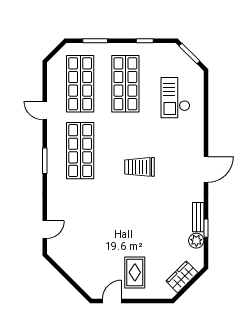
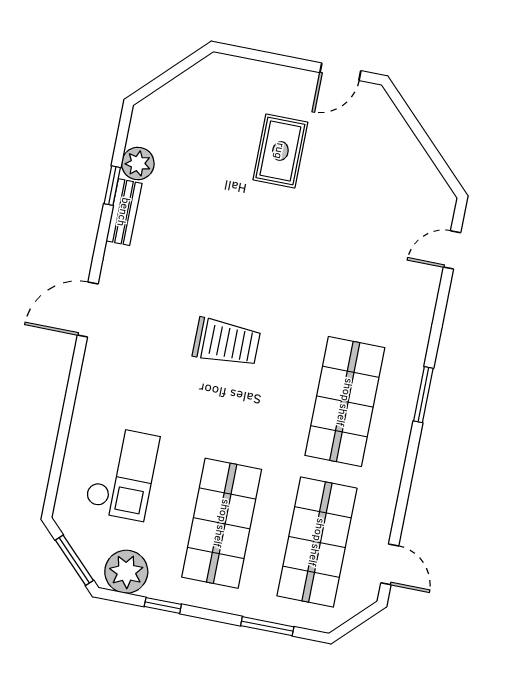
plant: (165, 53) -> (126, 572), added
door: (45, 111) -> (390, 564), moved
rug: (135, 272) -> (280, 151), moved
wardrobe: (182, 277) -> (183, 93), removed

